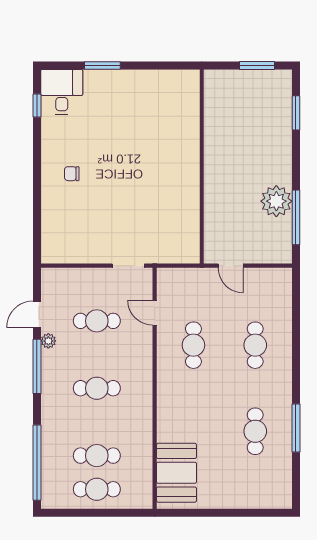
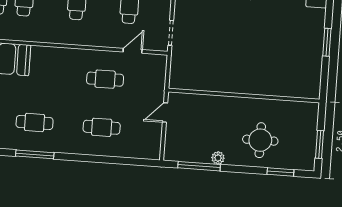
window: (102, 65) -> (327, 42), moved
round table: (257, 141) -> (260, 140), added
plant: (276, 201) -> (218, 158), width x0.53, depth x0.53

